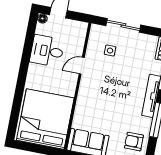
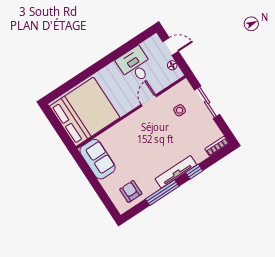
floor lamp: (42, 19) -> (172, 65), moved
door: (82, 66) -> (149, 101), hinge flipped

